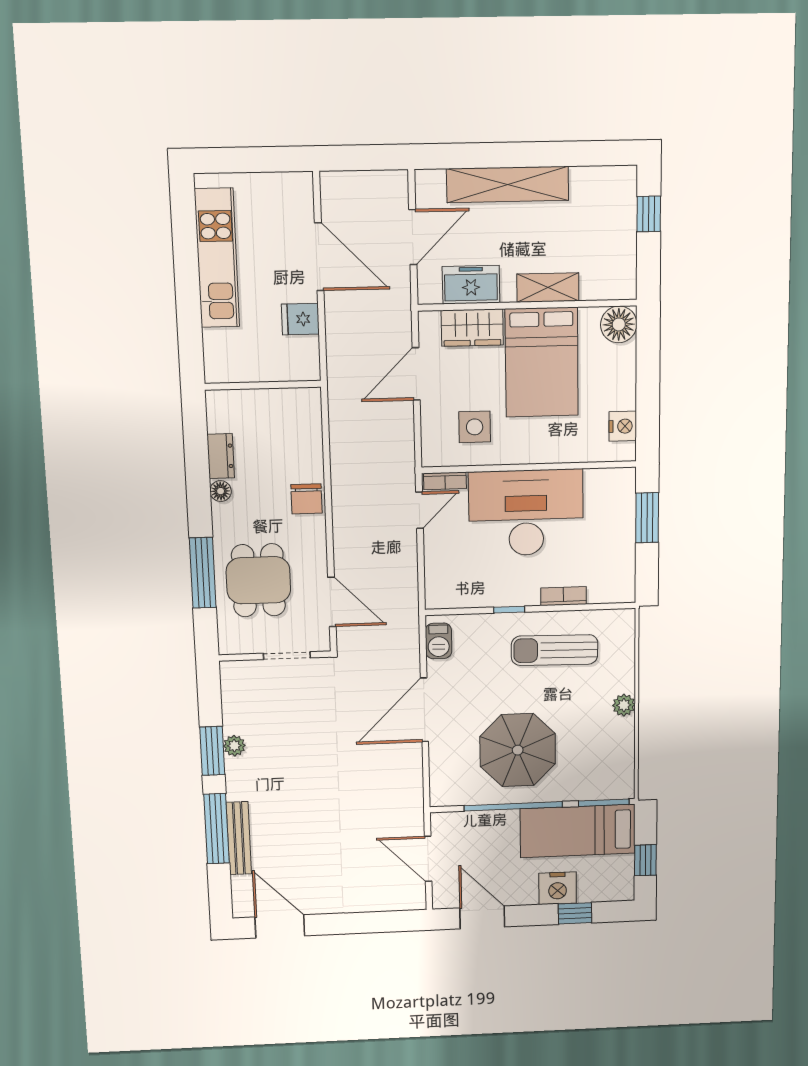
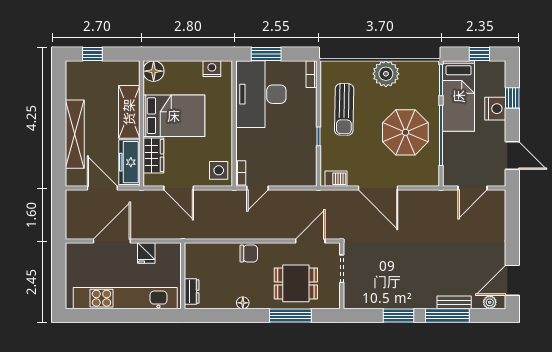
kitchen unit: (217, 258) -> (125, 298), width x1.36
freezer: (471, 285) -> (129, 162), width x1.40
shelving: (548, 288) -> (129, 112), width x1.50, depth x1.33
side table: (475, 427) -> (219, 170), moved
dresser: (221, 456) -> (192, 292), moved, turned 90
door: (420, 510) -> (257, 188), swing flipped
desk: (526, 513) -> (261, 94), moved
bookcase: (564, 596) -> (311, 74), moved
plant: (624, 705) -> (386, 74), width x1.87, depth x1.87
plant: (234, 746) -> (490, 302), moved
bench: (239, 838) -> (454, 302), width x0.73
door: (482, 917) -> (512, 156), swing flipped

